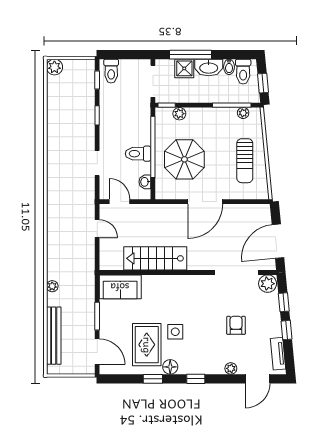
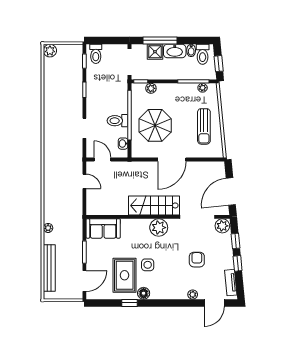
stairs: (155, 258) -> (154, 205), moved
plant: (189, 286) -> (159, 228), added
door: (97, 352) -> (84, 281), hinge flipped
window: (196, 379) -> (164, 303), removed

